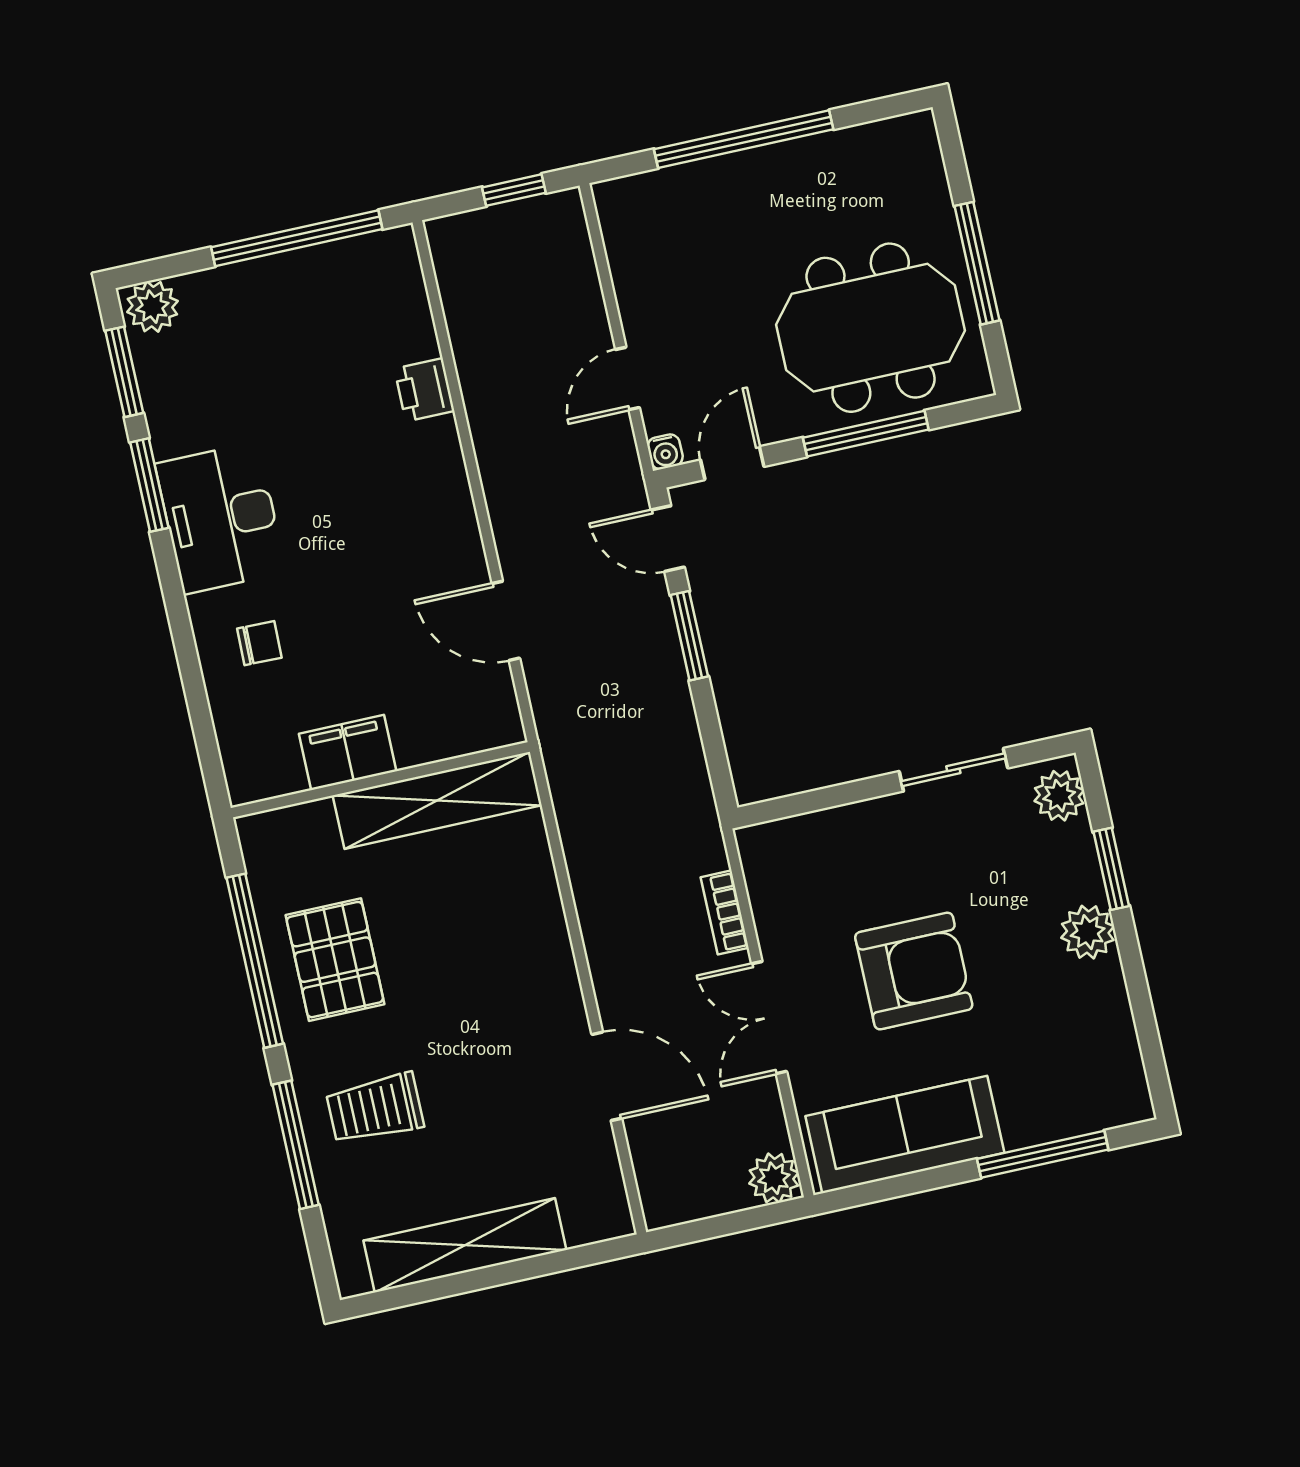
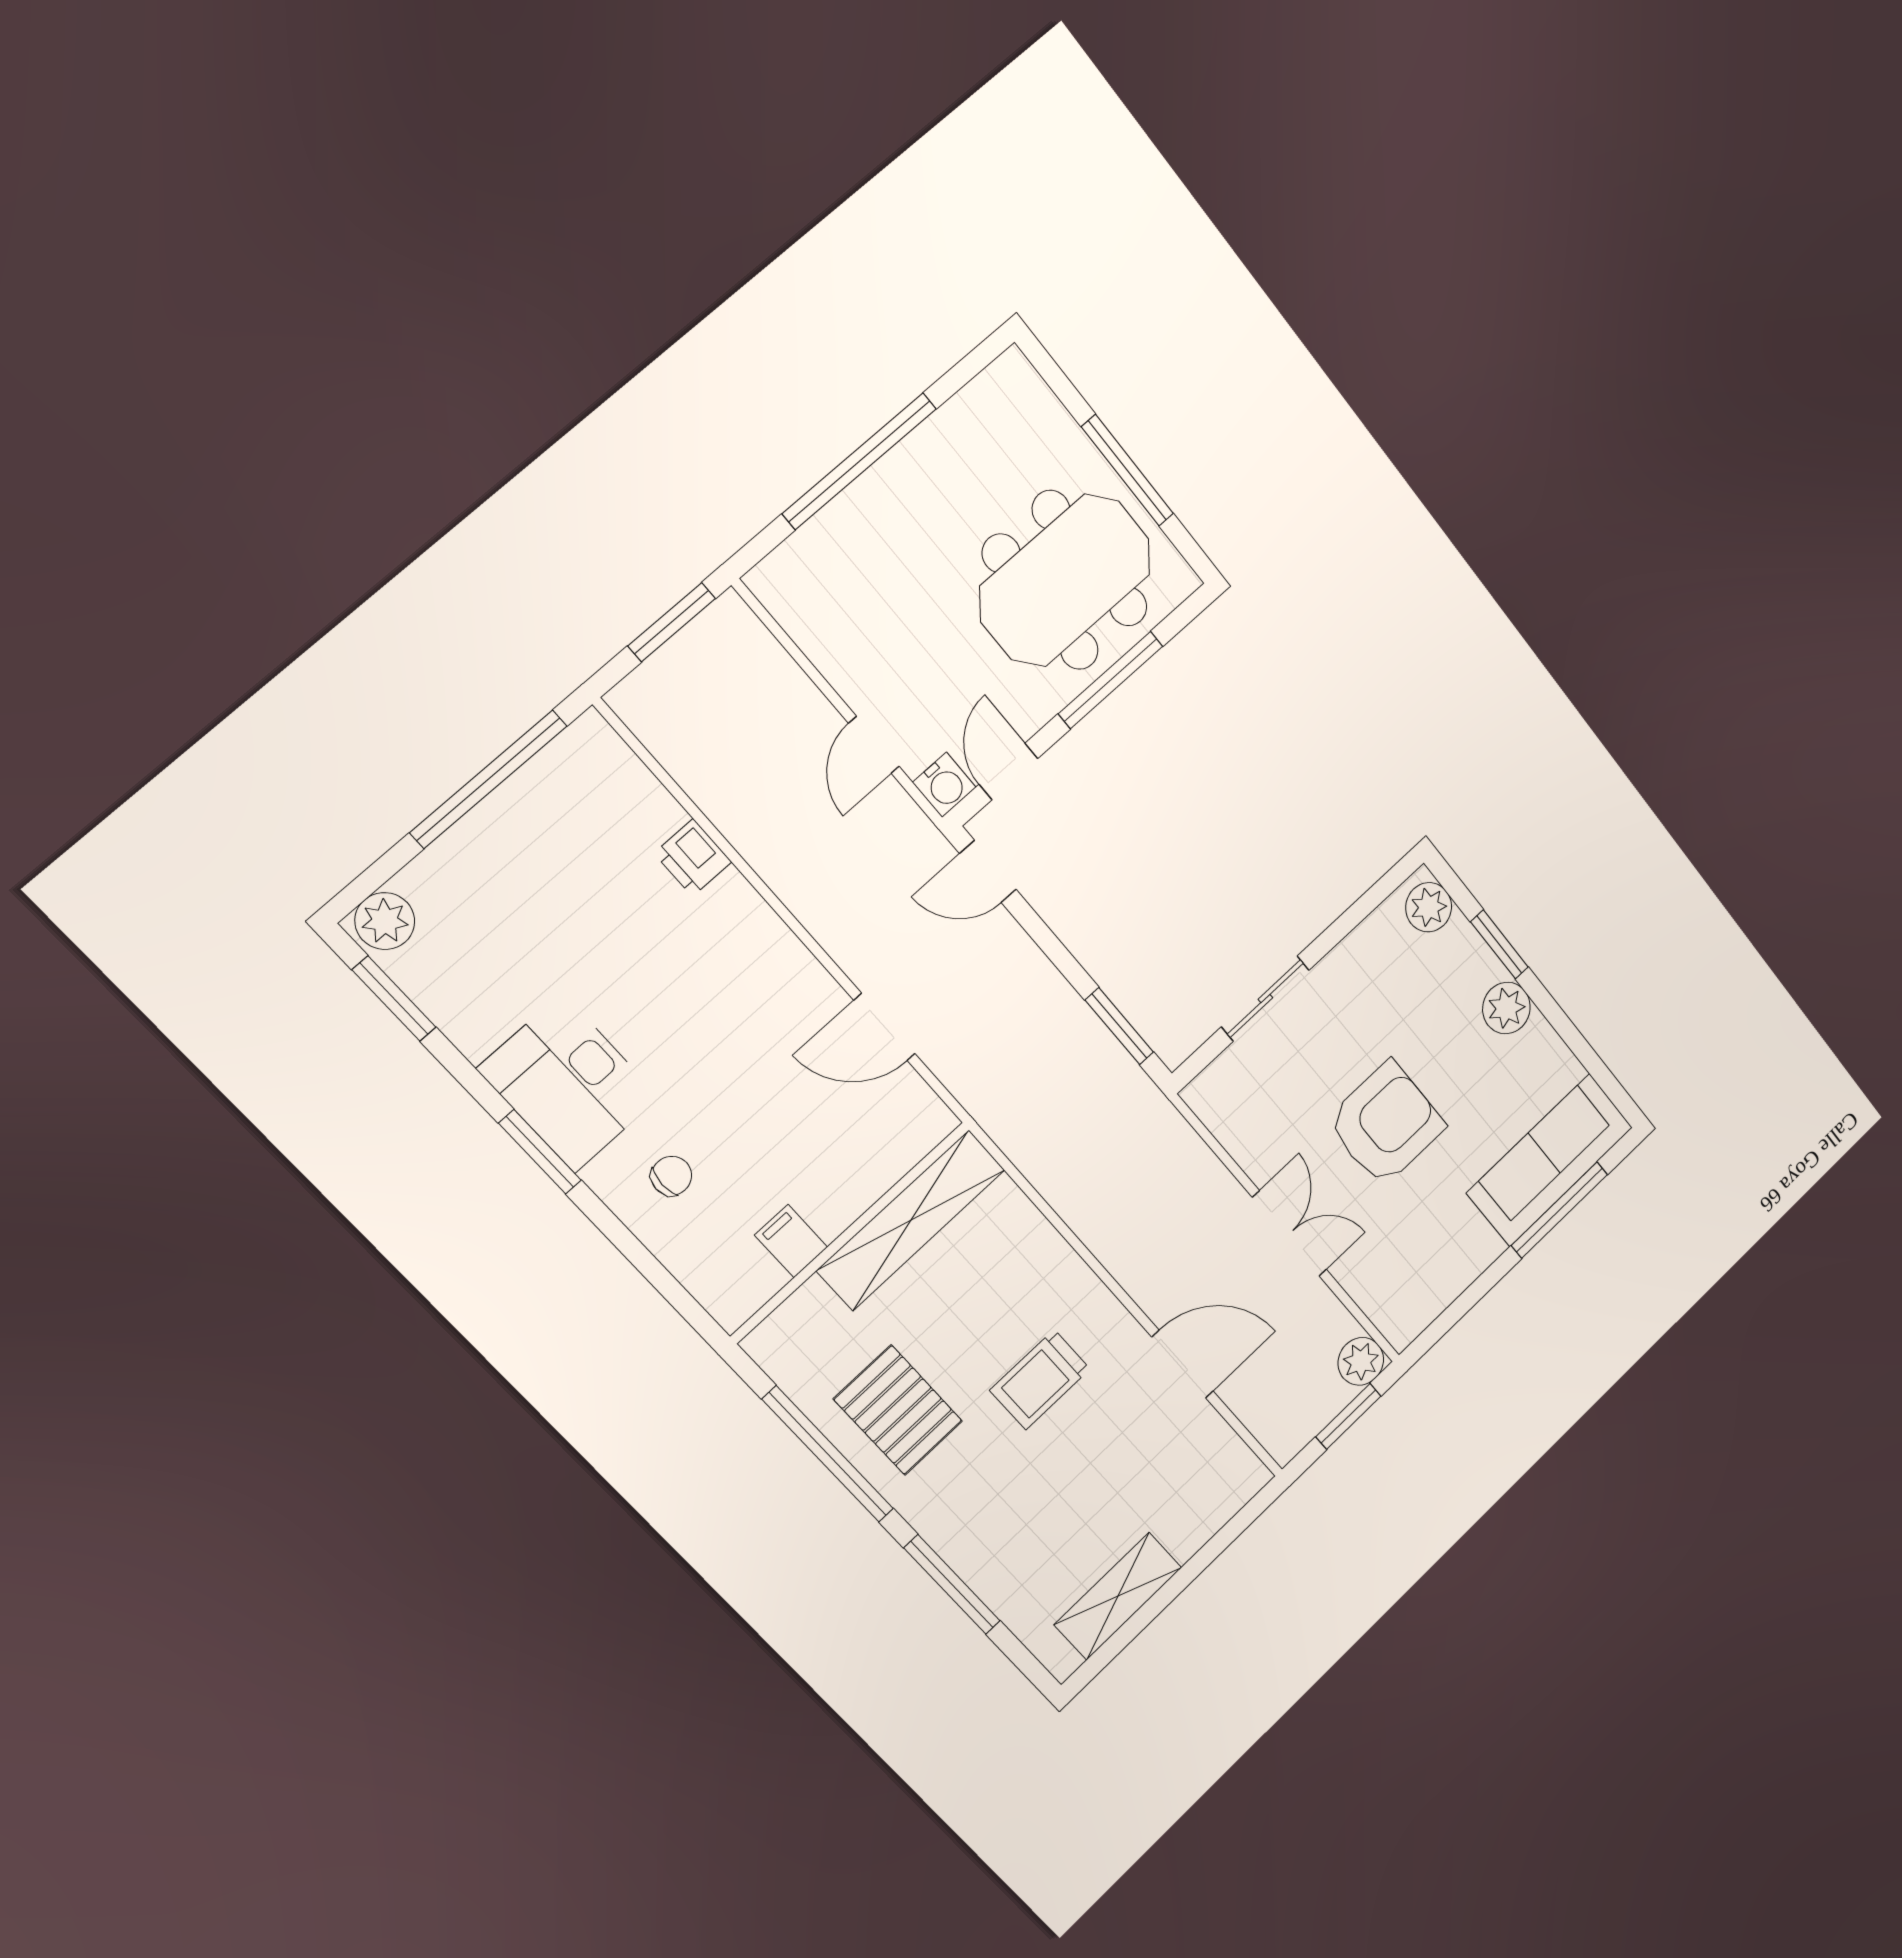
window: (514, 190) -> (672, 622), width x1.50
water cooler: (665, 452) -> (944, 785), width x1.38, depth x1.38
window: (149, 485) -> (540, 1152), moved
window: (689, 636) -> (1119, 1026), moved
filing cabinet: (348, 753) -> (791, 1241), width x0.50
sliding door: (953, 770) -> (1265, 998), moved
bookcase: (725, 912) -> (1208, 1168), removed
double door: (769, 1018) -> (1290, 1234), swing flipped
trolley: (375, 1108) -> (1040, 1380), moved
sofa: (905, 1134) -> (1550, 1160), moved
window: (735, 1222) -> (1348, 1416), added
shelving: (465, 1245) -> (1118, 1596), width x0.68

